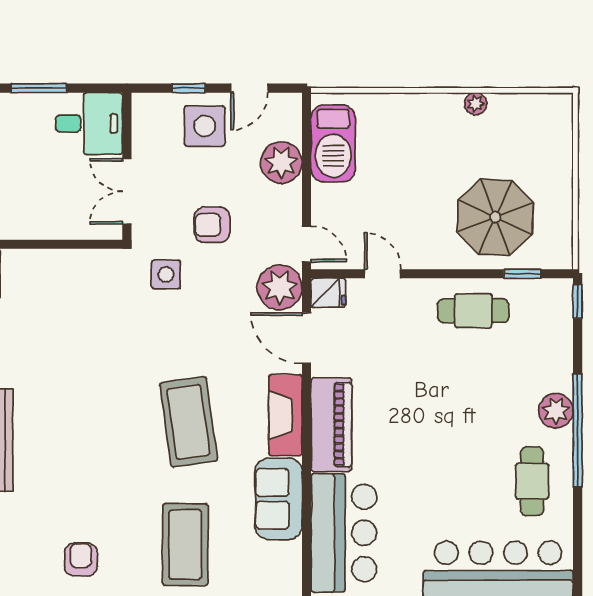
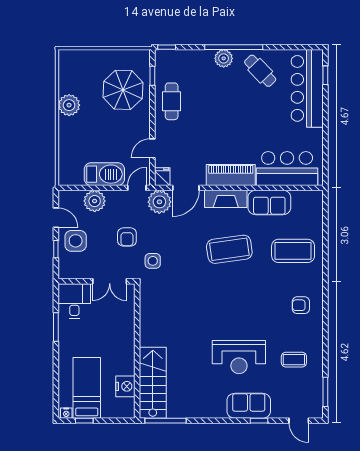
plant: (476, 104) -> (69, 105), width x1.87, depth x1.87
barbecue: (333, 144) -> (104, 174), moved
cafe table: (532, 481) -> (260, 71), turned 46

